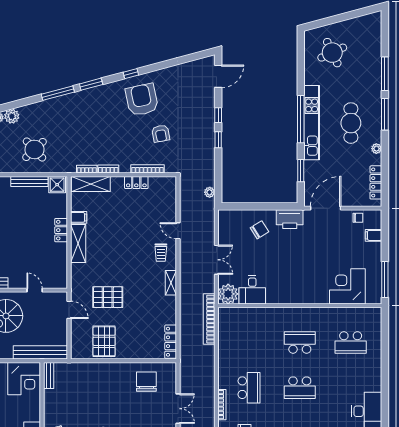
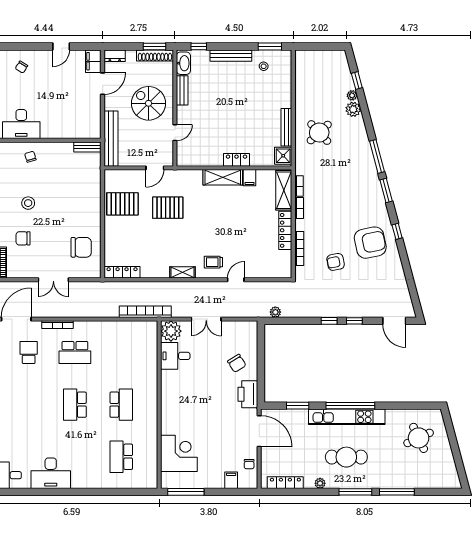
locker: (136, 183) -> (285, 230), width x1.53
pallet: (108, 297) -> (168, 208), turned 90
corner desk: (24, 379) -> (84, 122), removed

